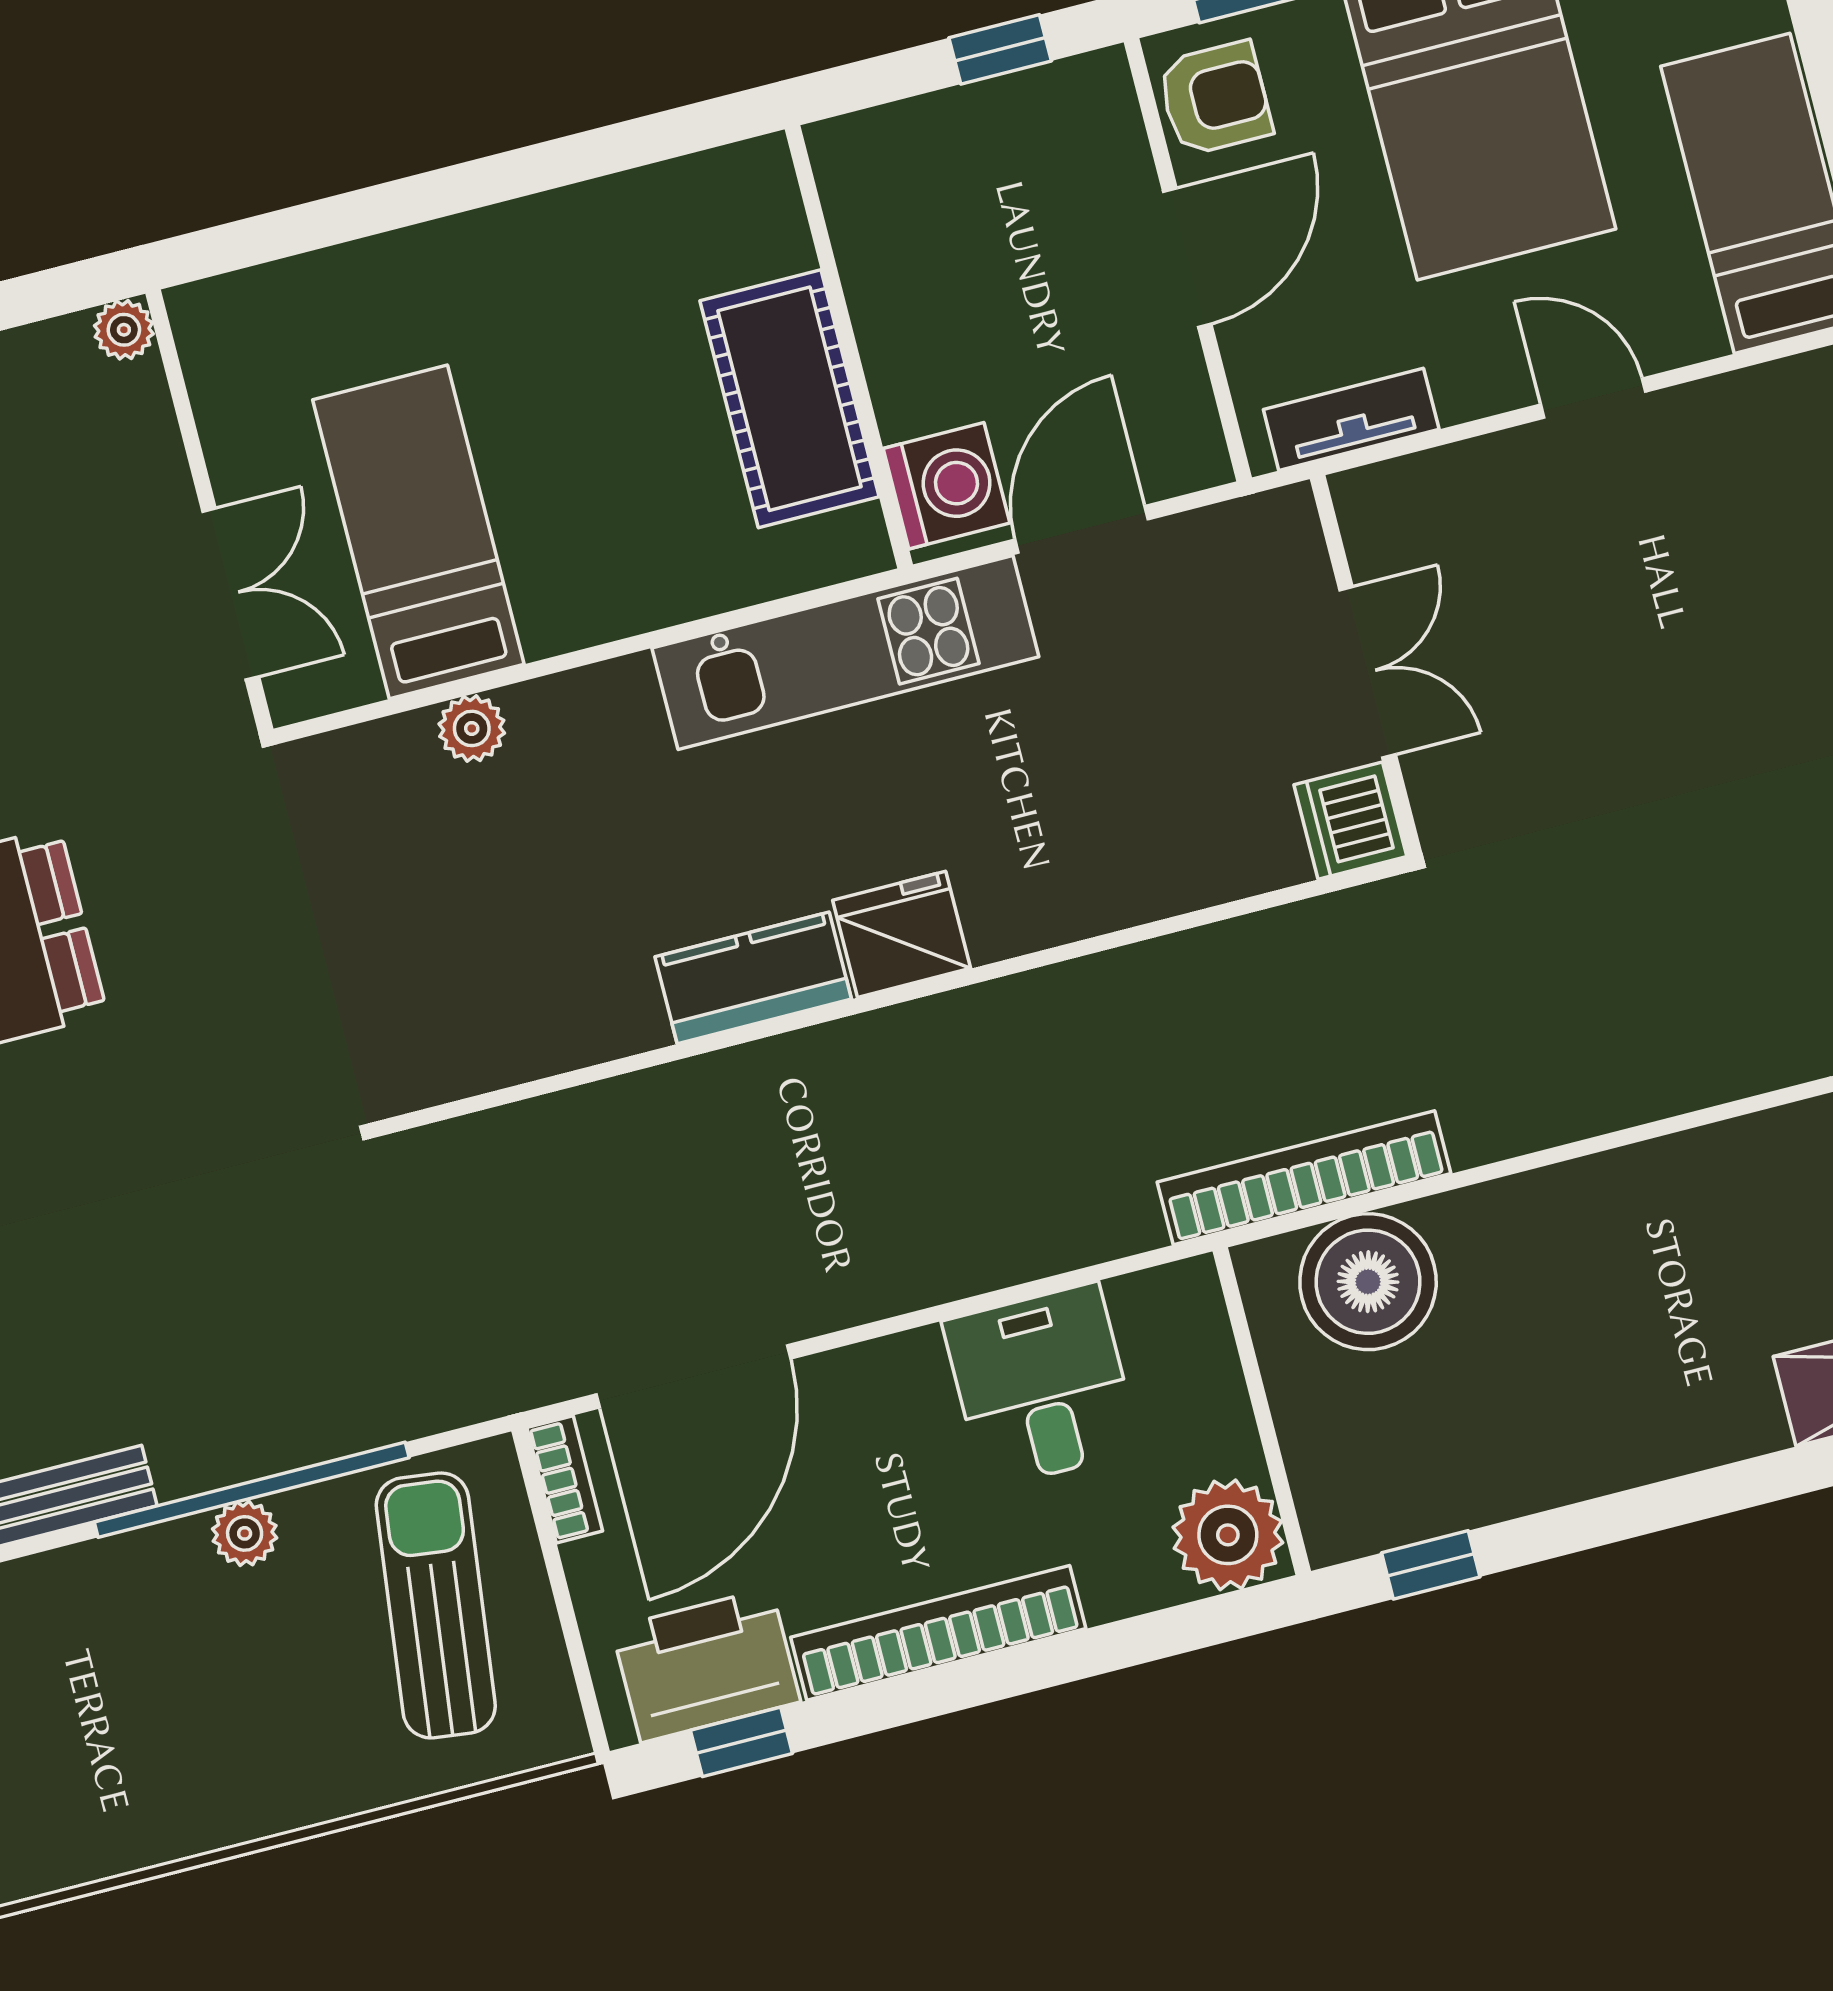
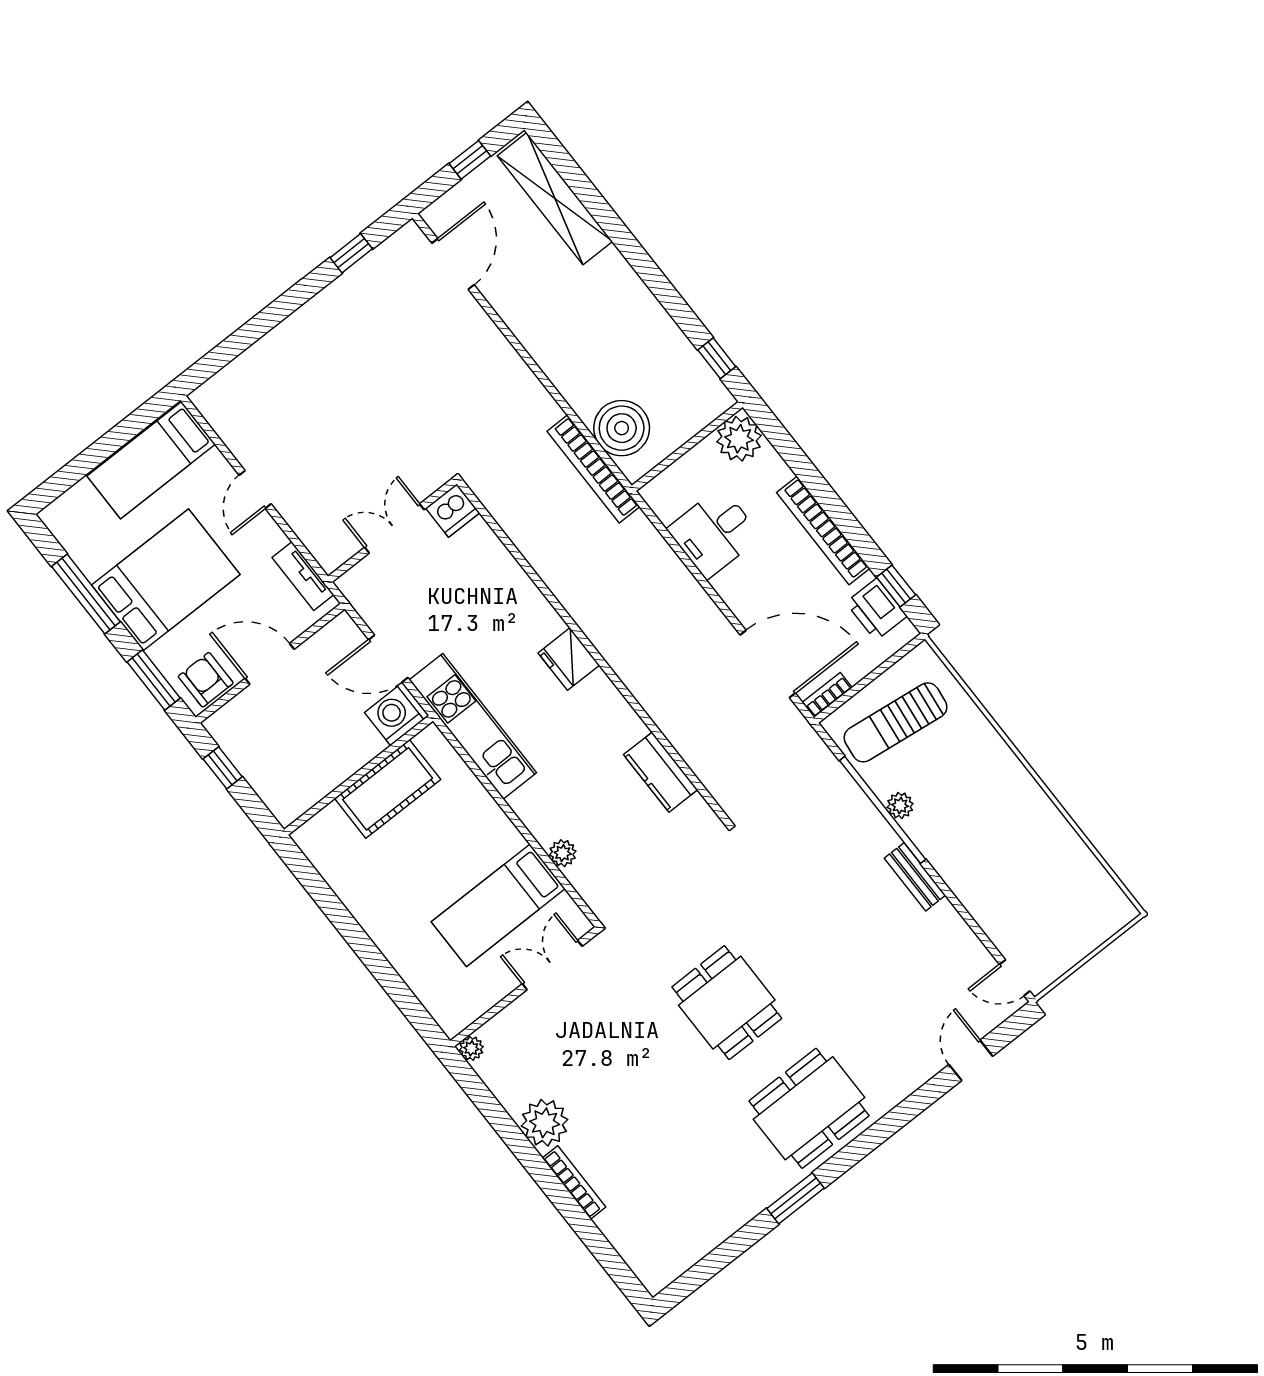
kitchen counter: (753, 978) -> (661, 772), moved
printer: (706, 1665) -> (876, 609), width x0.73, depth x0.84

